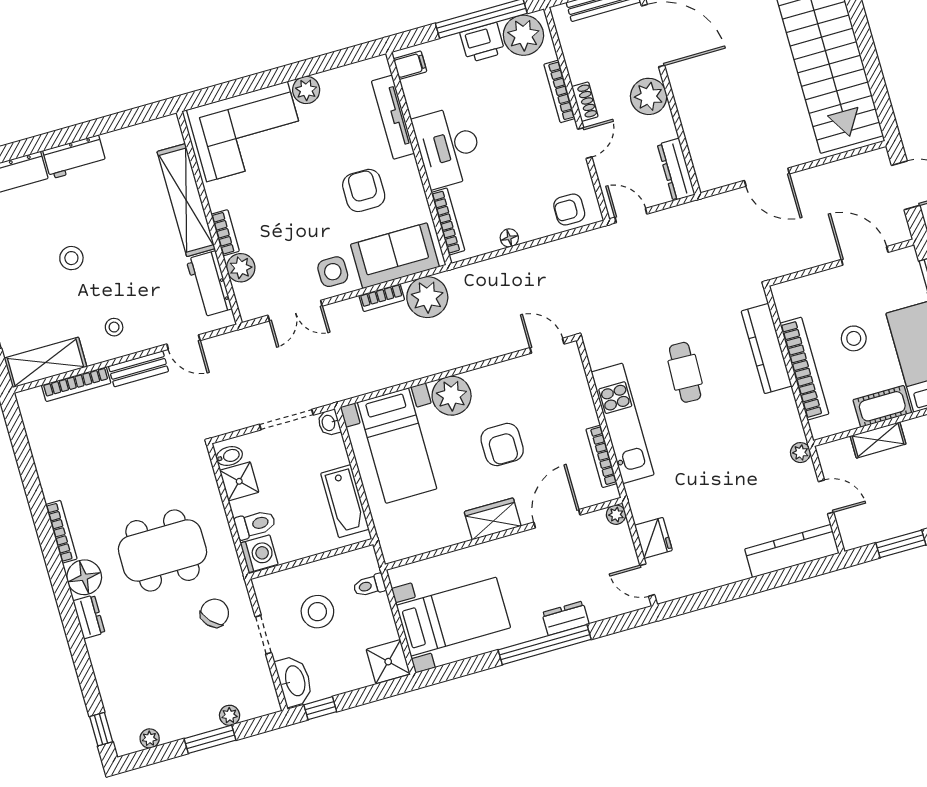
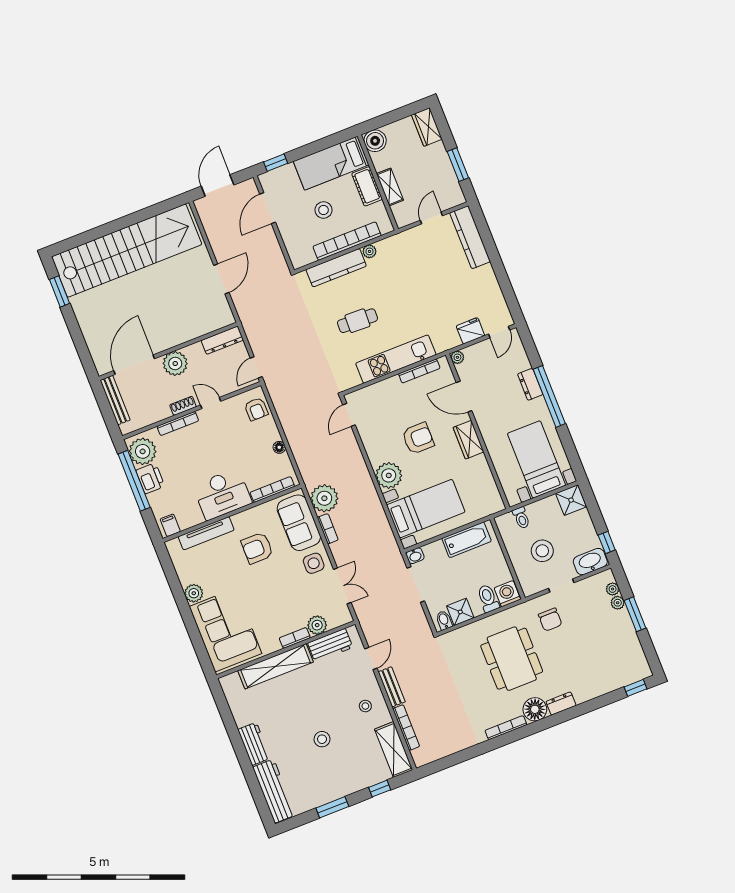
plant: (800, 453) -> (369, 251), moved
chair: (215, 613) -> (550, 620), turned -137
plant: (150, 738) -> (613, 589), moved

